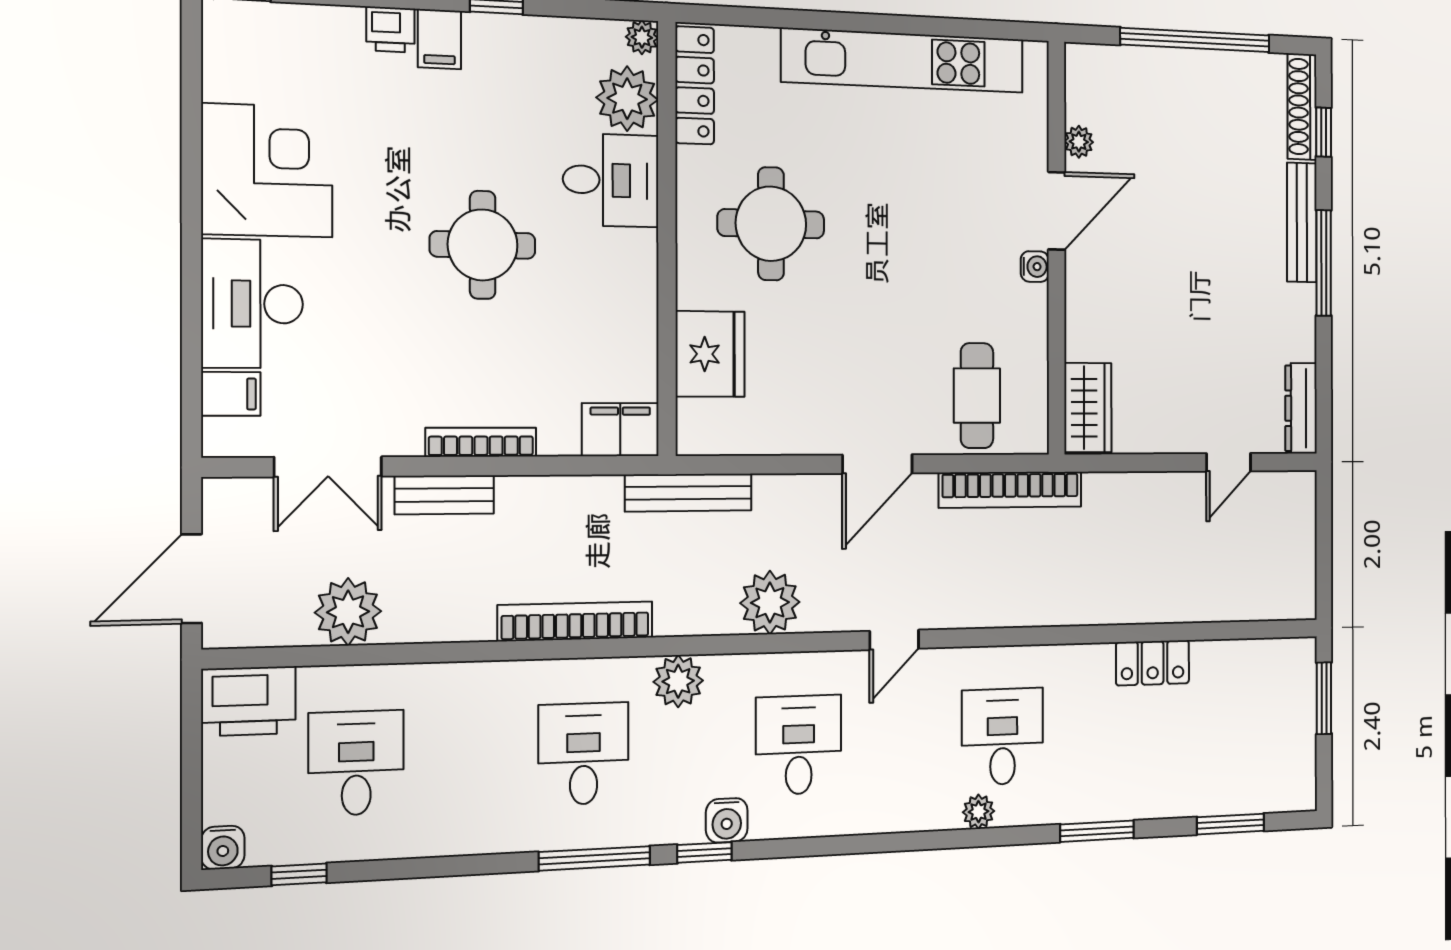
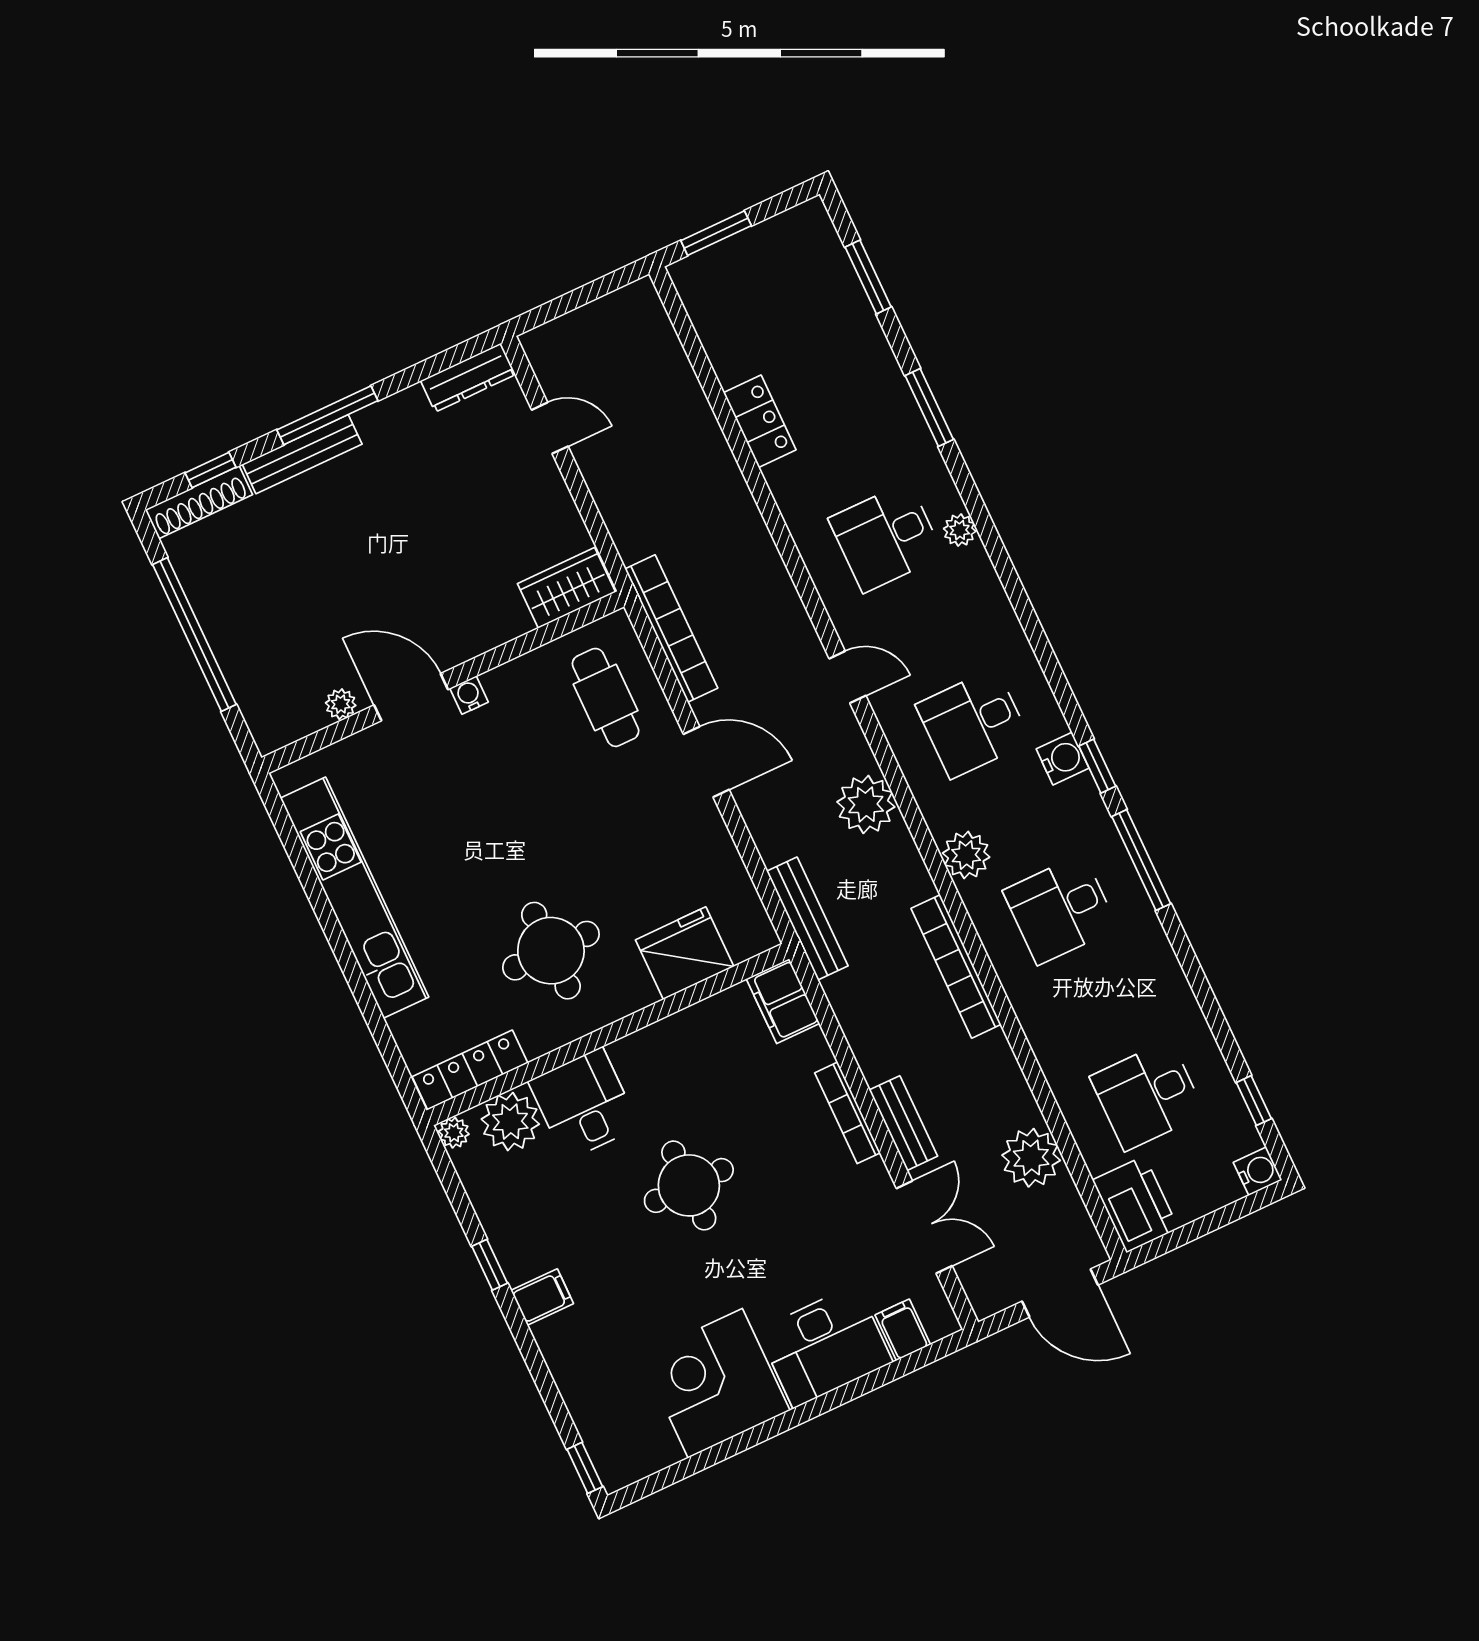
printer: (390, 30) -> (555, 1339), removed
cafe table: (977, 396) -> (606, 697), turned 90

